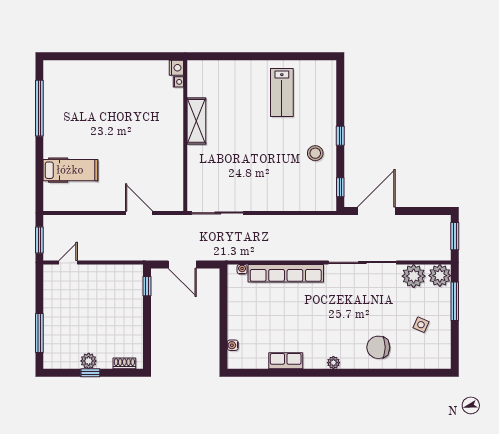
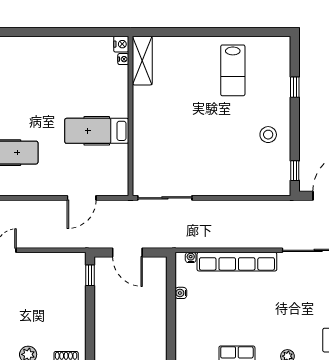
shelving: (196, 121) -> (142, 61), moved
window: (340, 136) -> (295, 87), moved
hospital bed: (153, 150) -> (97, 131), added
door: (139, 213) -> (82, 198), swing flipped
water cooler: (233, 345) -> (181, 293), moved

